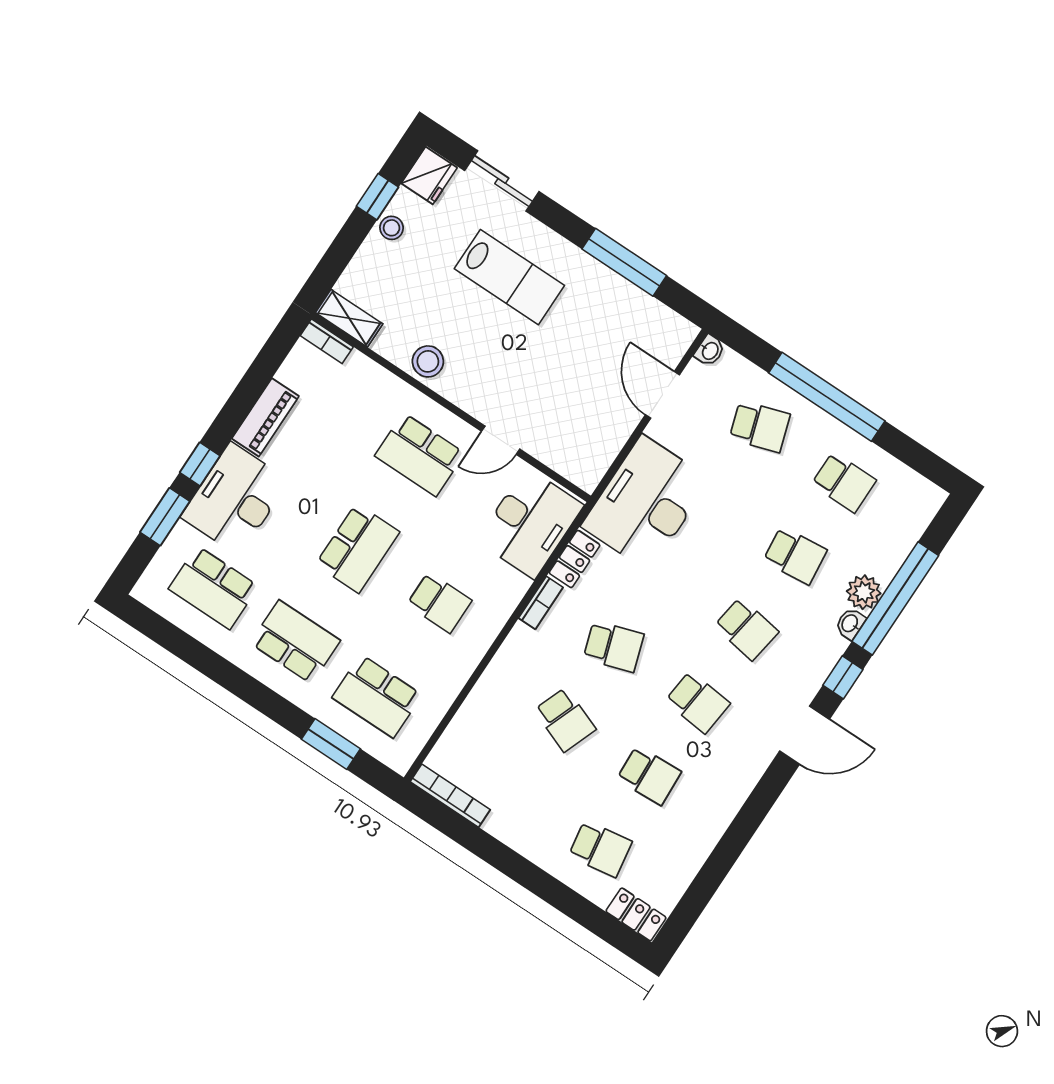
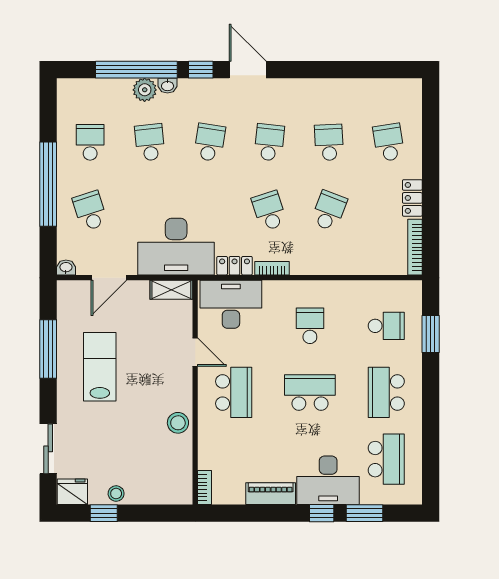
lab bench: (509, 277) -> (100, 367), moved
shelving: (349, 318) -> (171, 290), moved, turned 90
school desk: (377, 696) -> (386, 326), width x0.54
locker: (636, 914) -> (412, 198), moved

